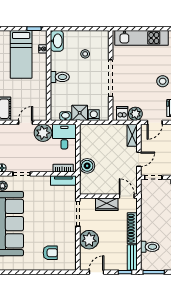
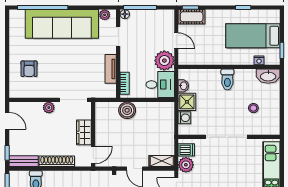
tv unit: (63, 180) -> (111, 69), moved
plant: (89, 240) -> (49, 108), width x0.53, depth x0.53

